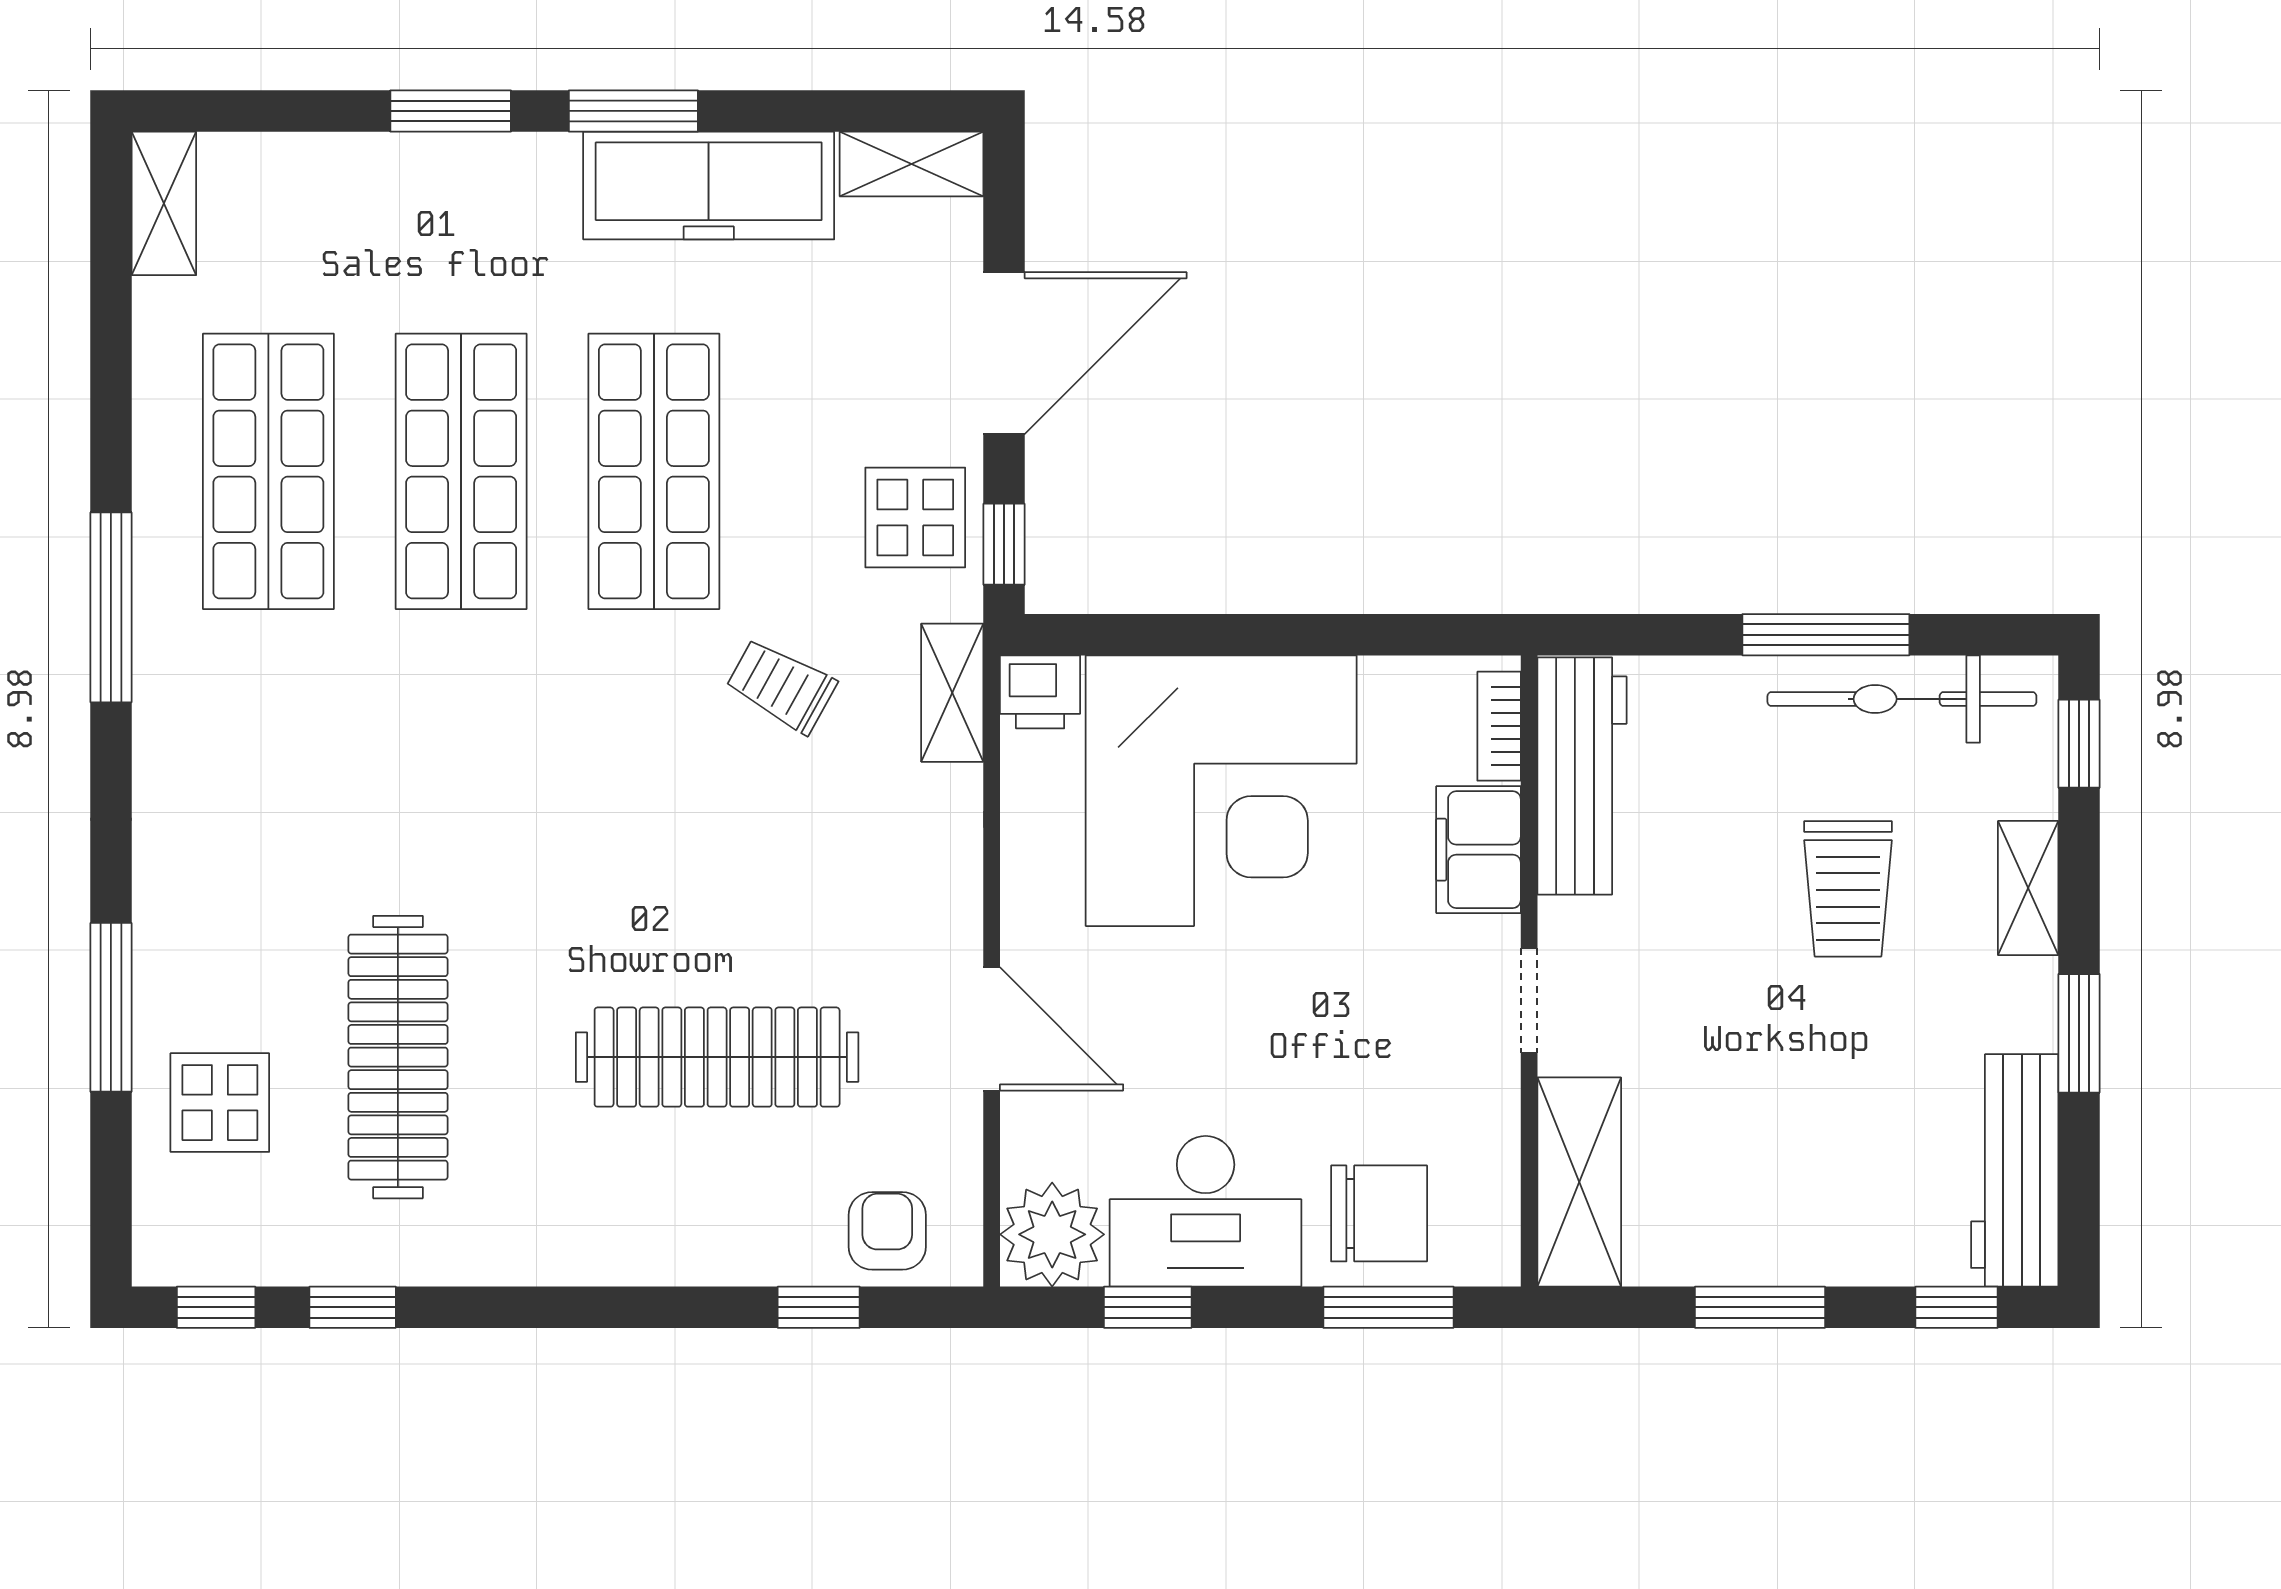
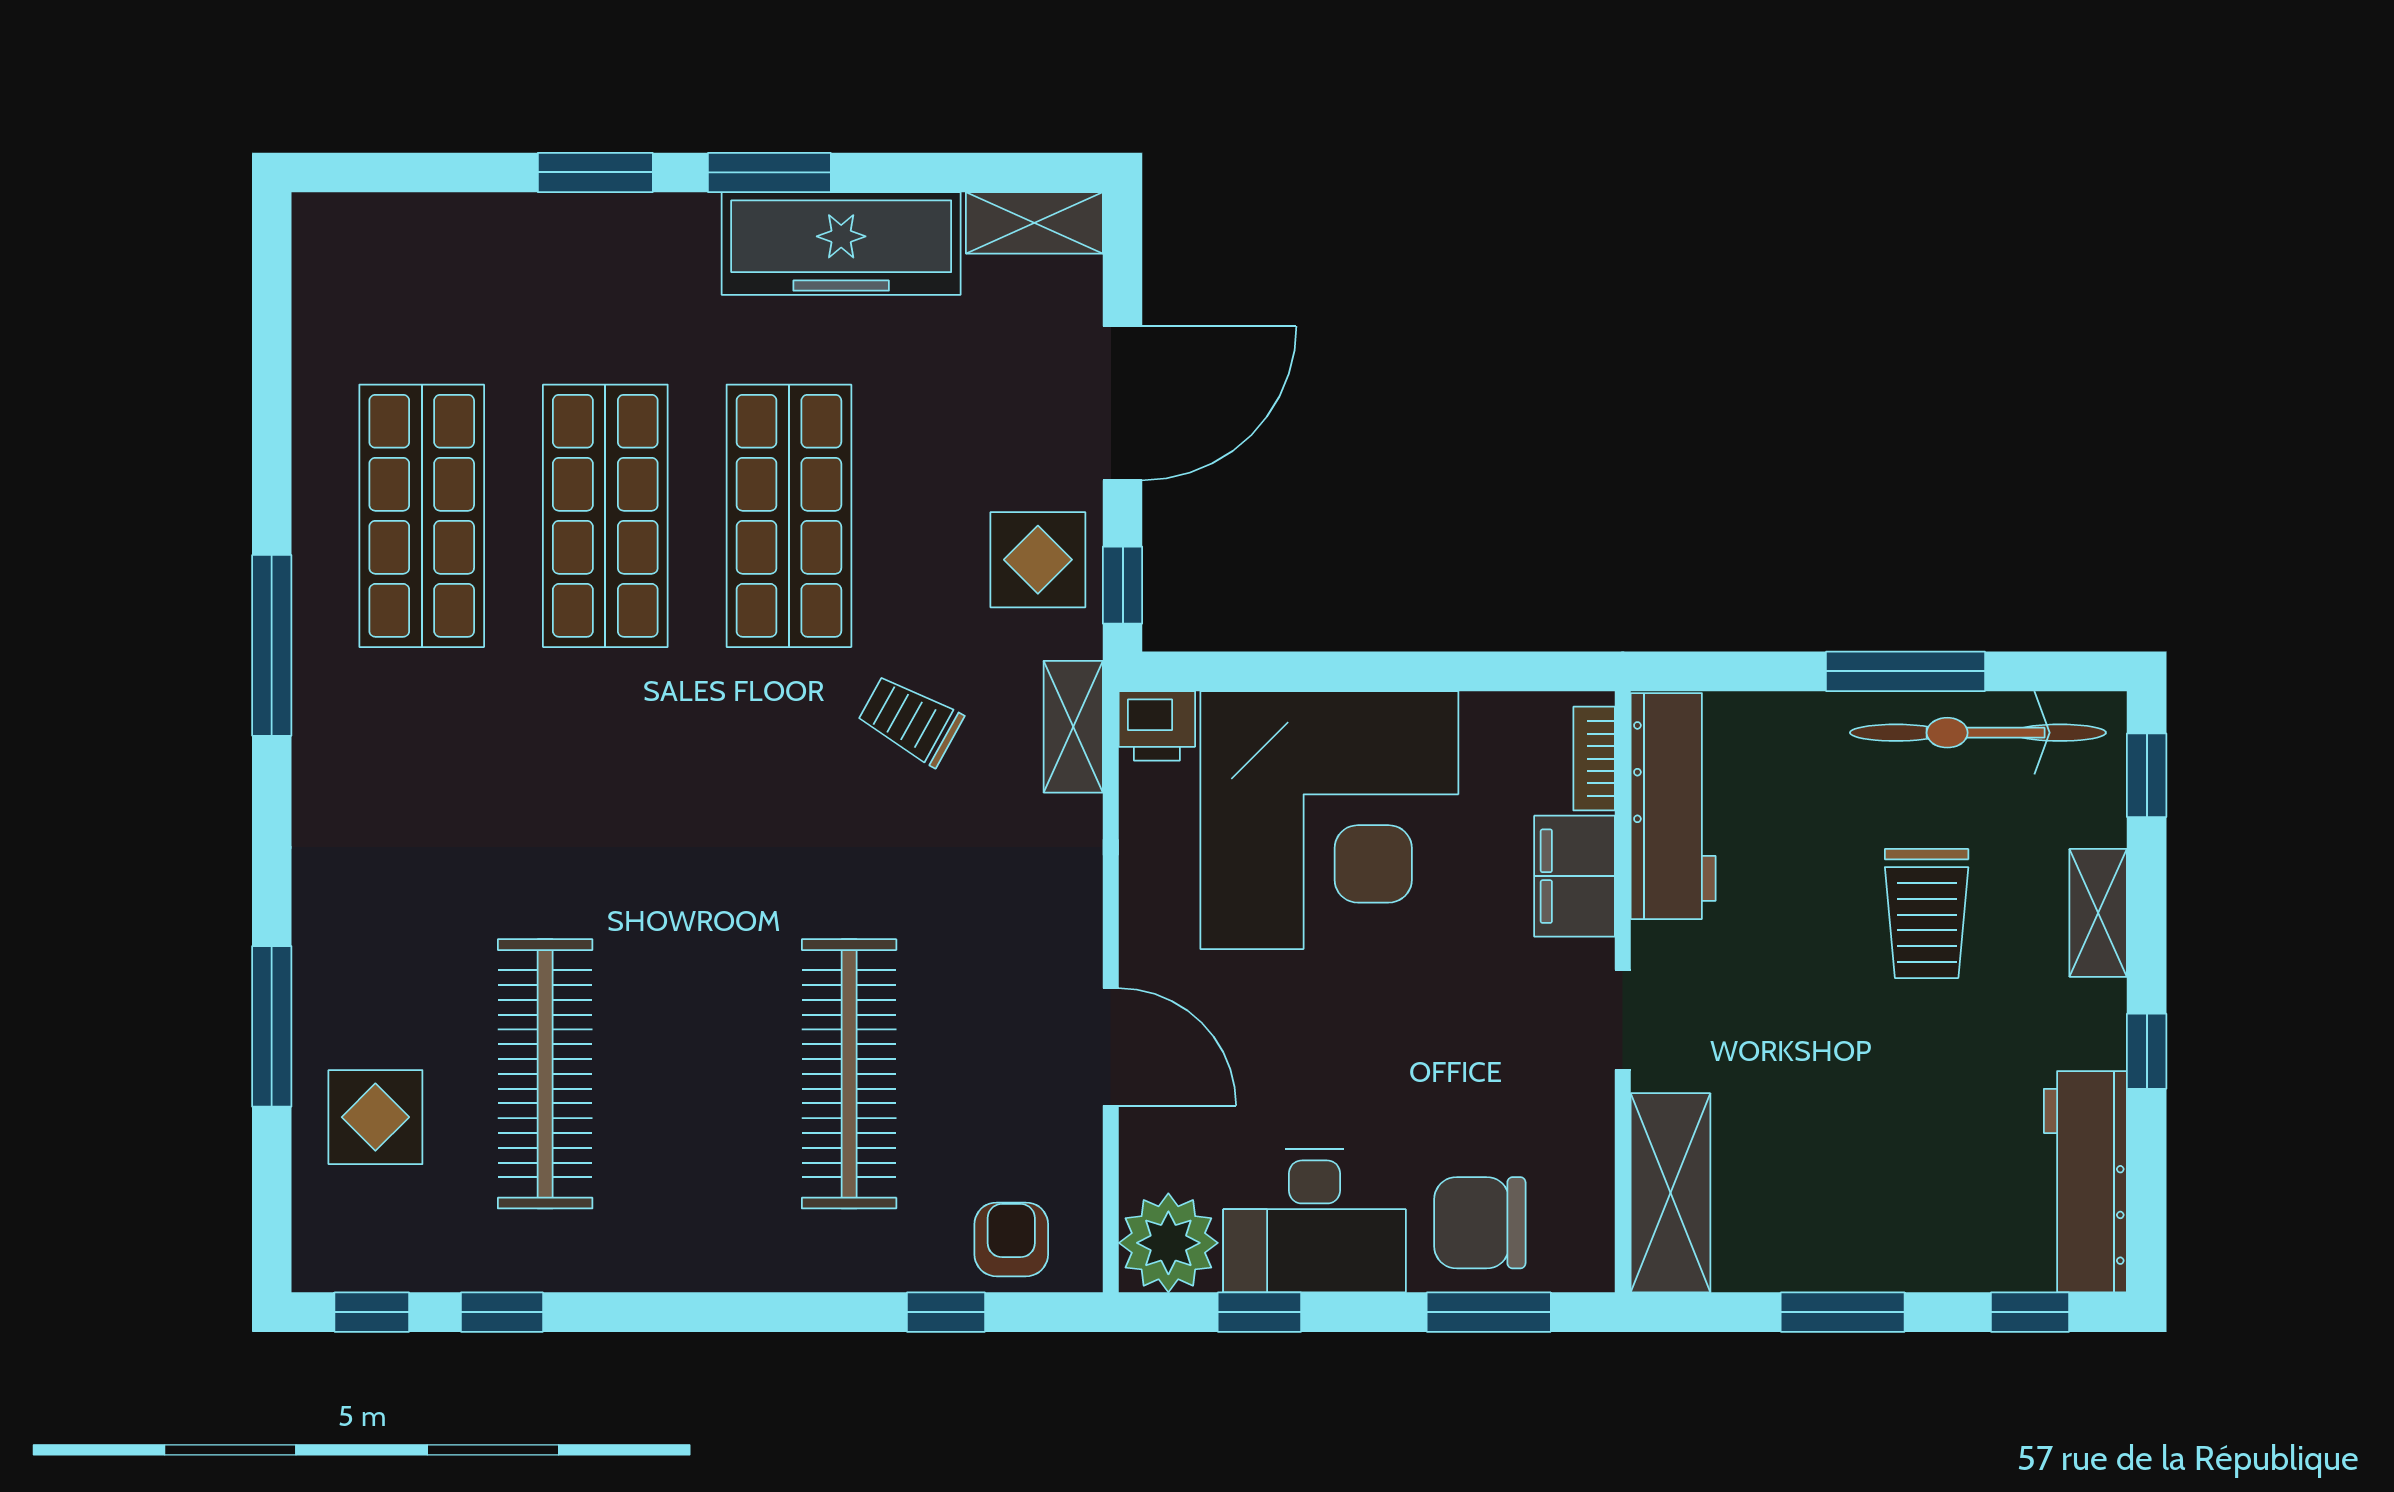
shelving: (164, 203) -> (322, 261), removed
window: (2079, 1033) -> (2147, 1051), width x0.67
clothes rail: (717, 1057) -> (849, 1074), turned 90
chair: (1379, 1213) -> (1480, 1223), turned 180

